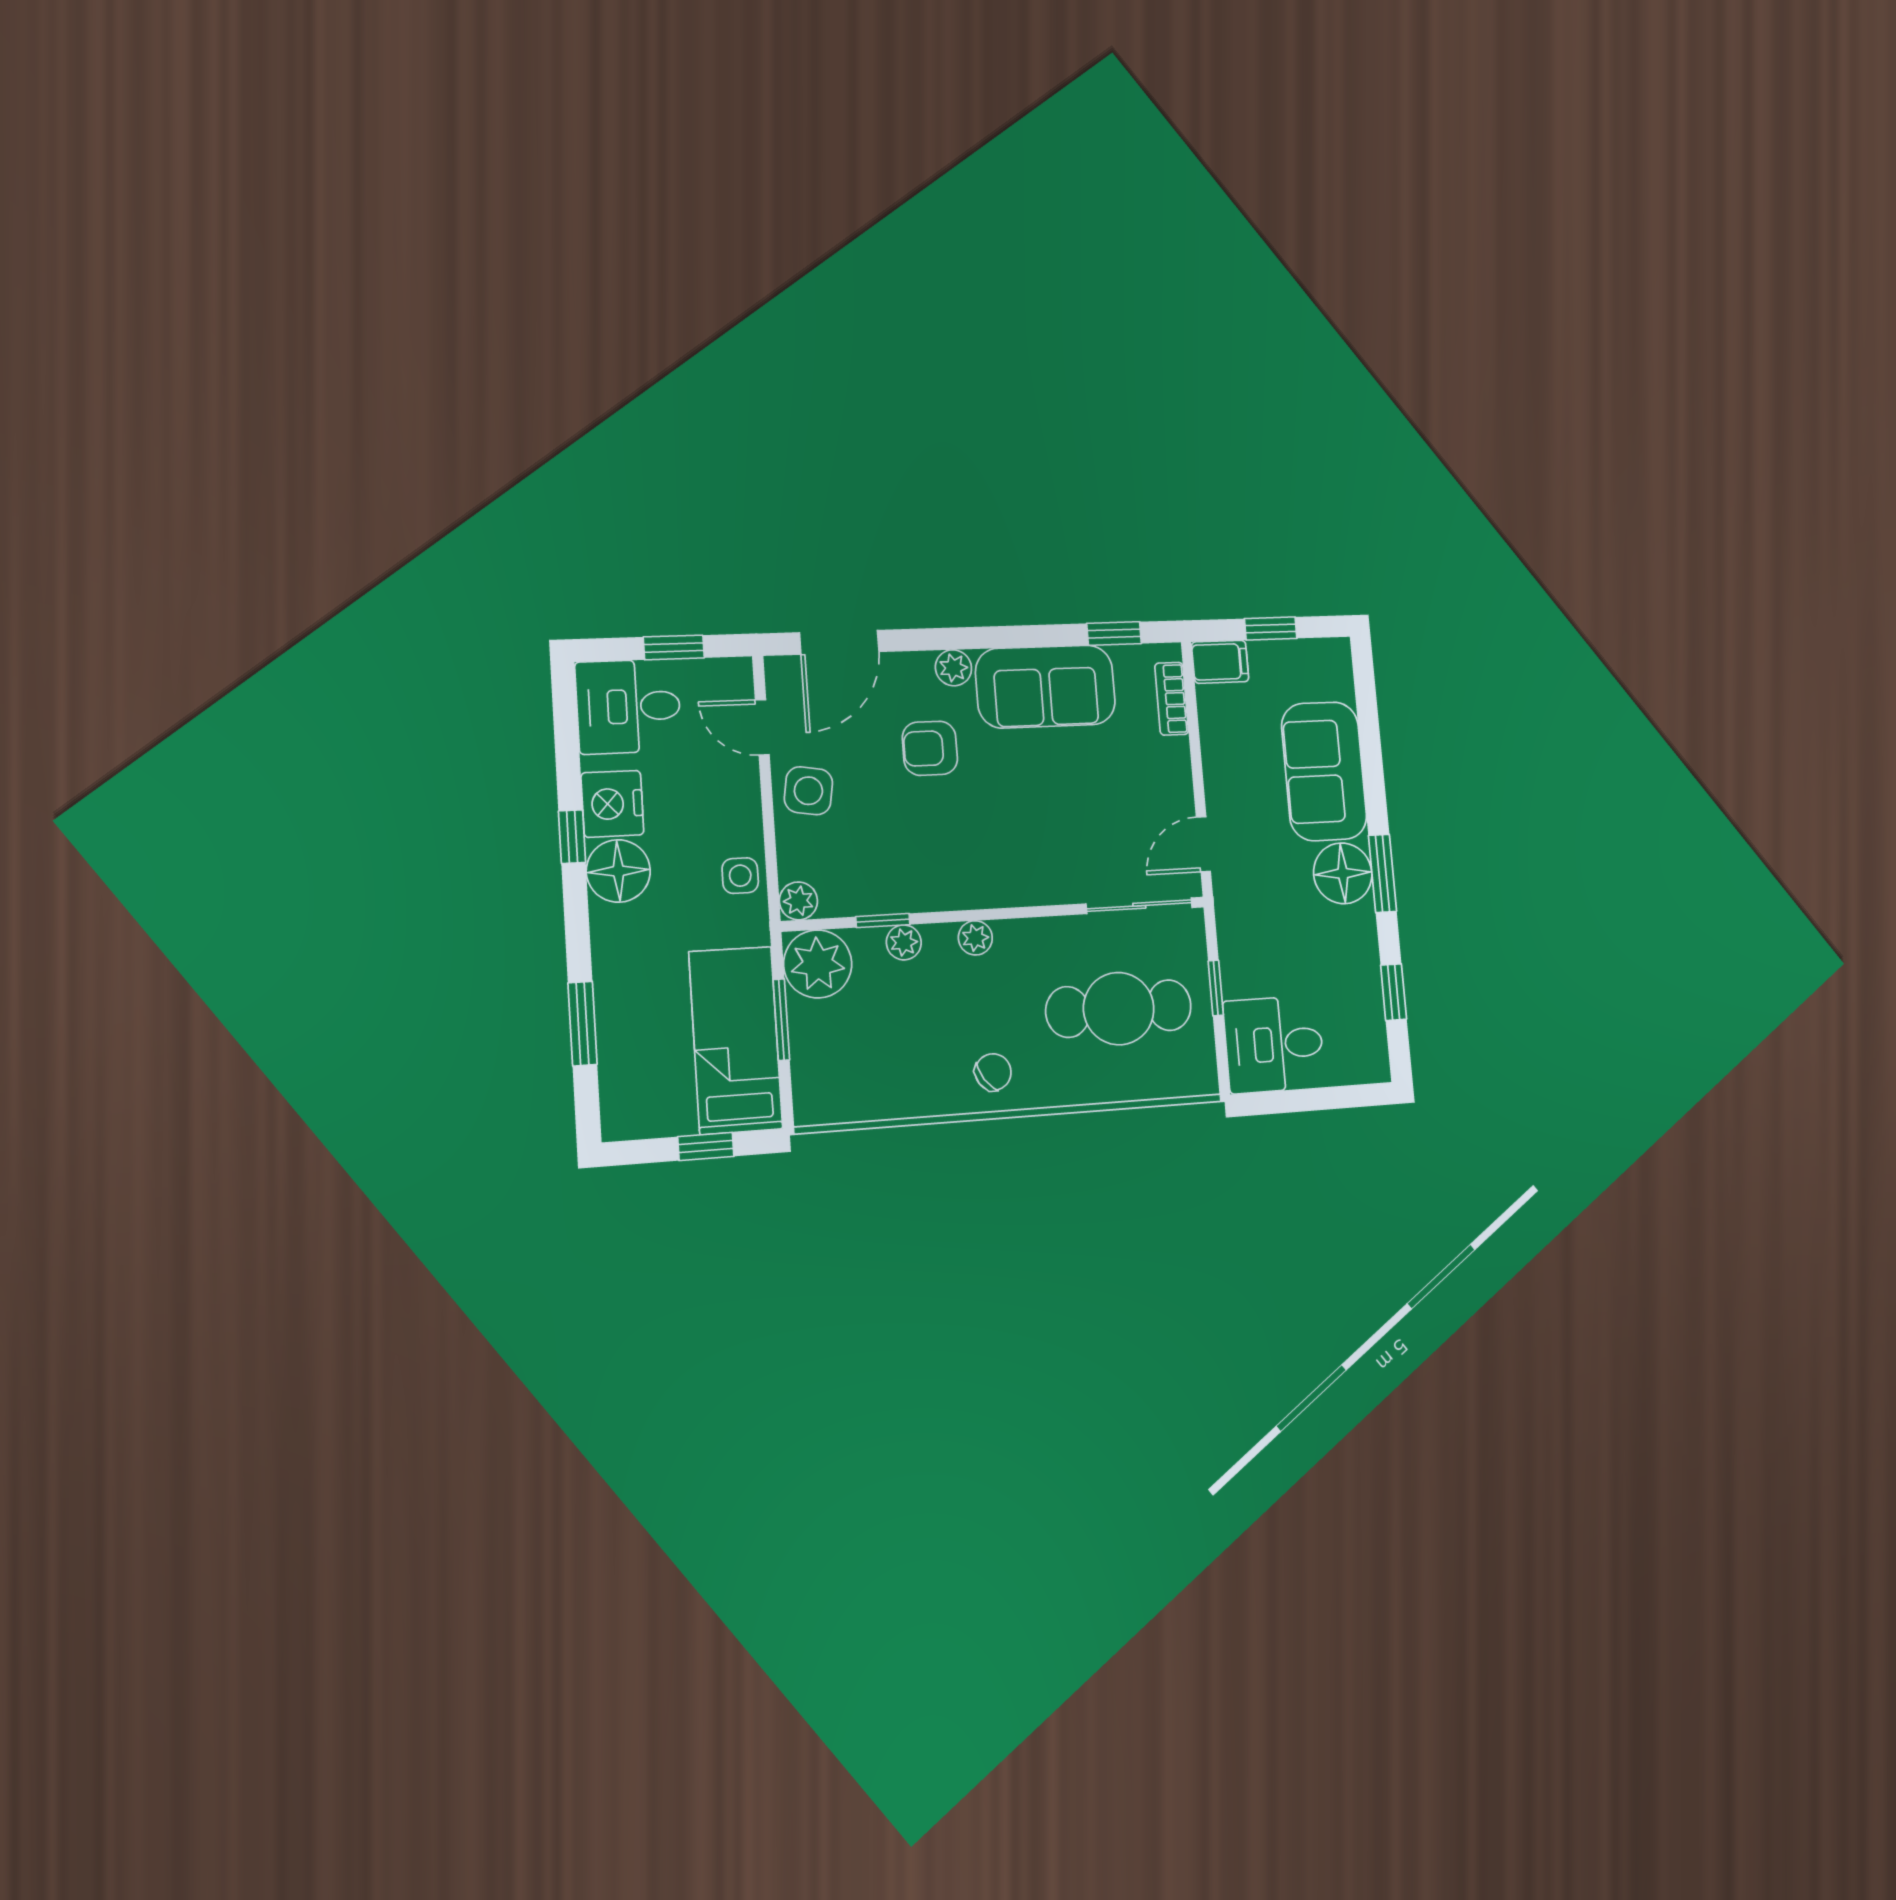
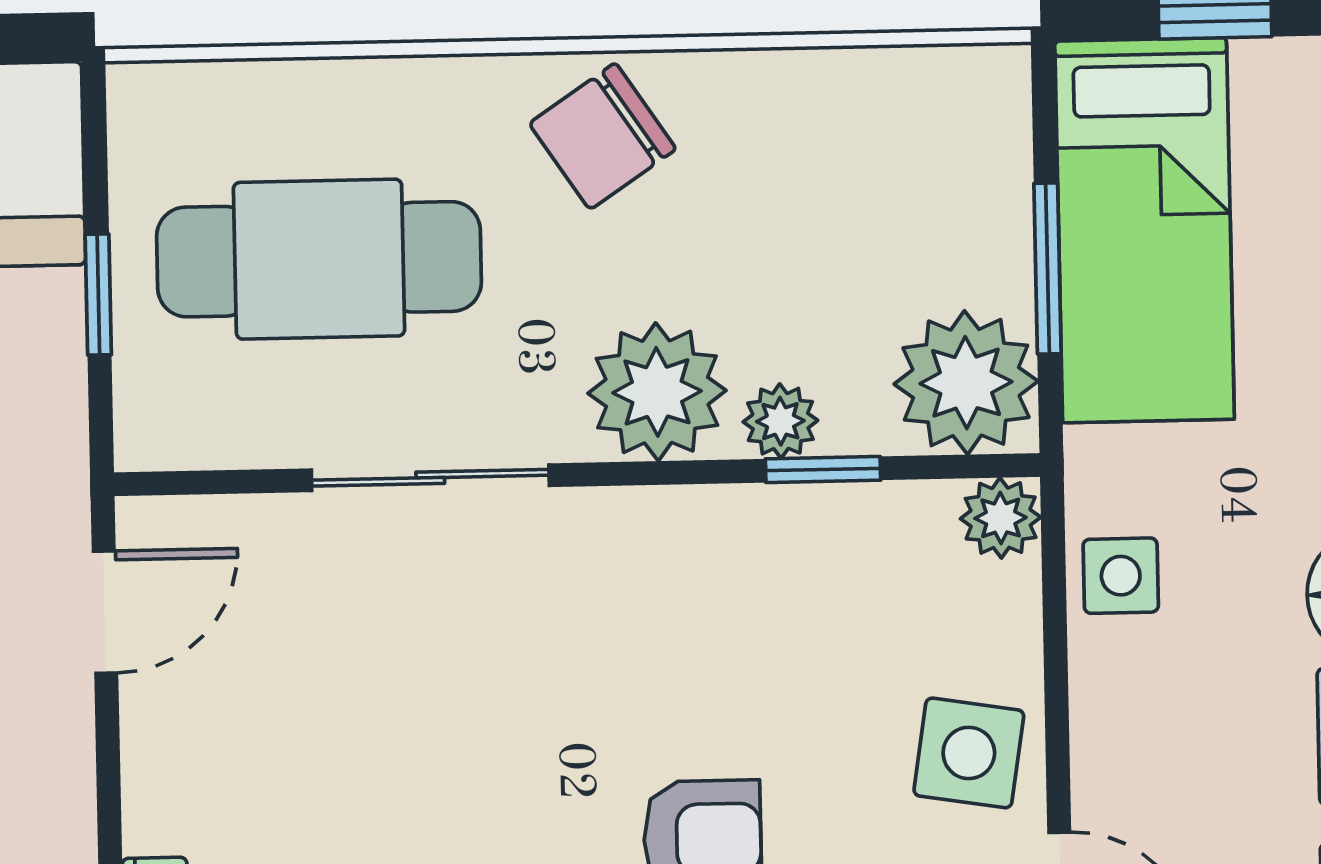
sliding door: (1139, 906) -> (430, 478), moved
plant: (975, 938) -> (657, 392), width x1.87, depth x1.87
chair: (993, 1072) -> (603, 136), width x1.37, depth x1.37

